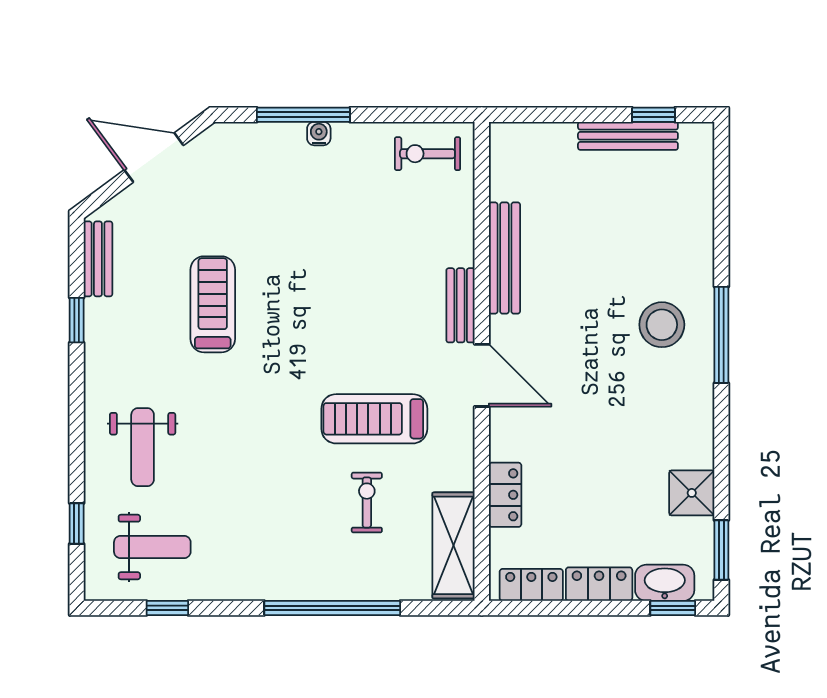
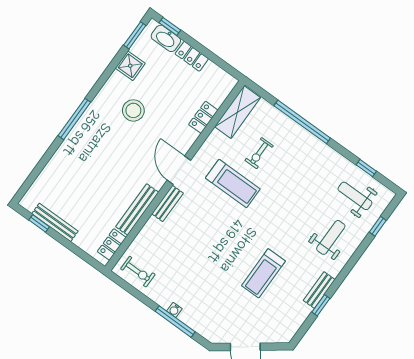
bench: (98, 259) -> (319, 290), moved
stool: (662, 325) -> (133, 110), moved
locker: (531, 585) -> (112, 244), moved, turned 90

